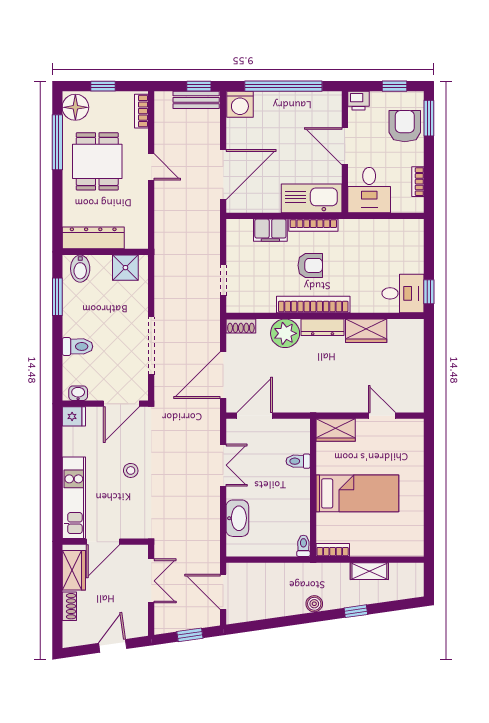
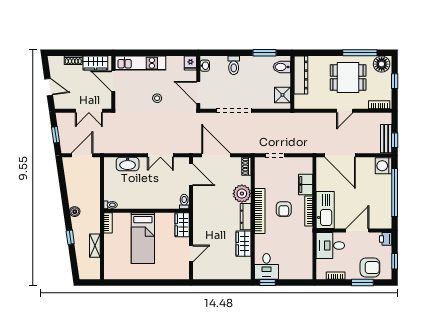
window: (429, 118) -> (362, 282), moved
toilet: (298, 461) -> (184, 202), moved

